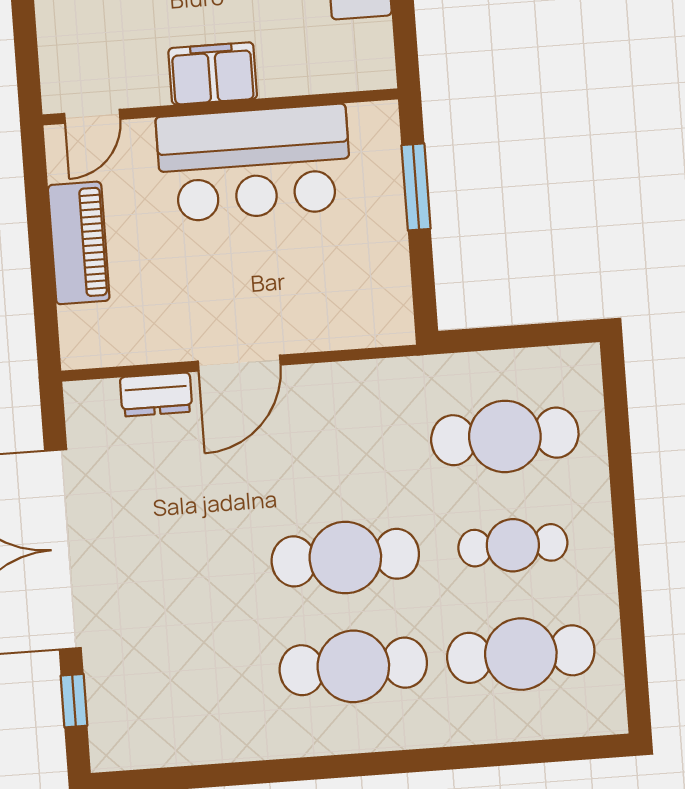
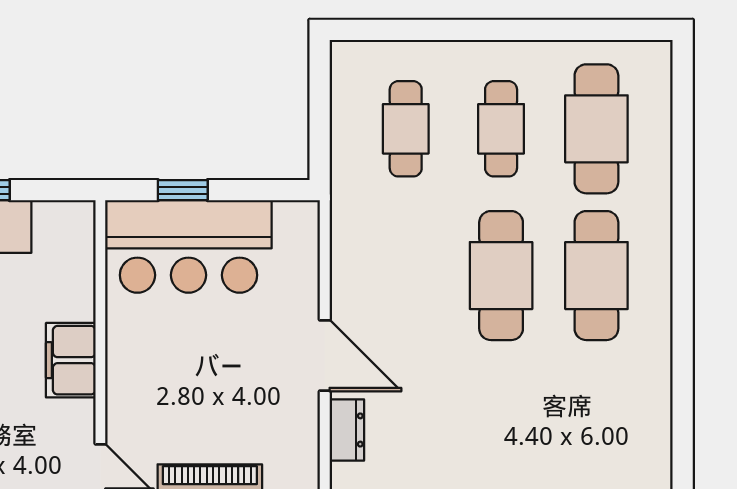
bar counter: (254, 163) -> (188, 246), moved, turned 90
window: (416, 187) -> (183, 190), width x0.67
cafe table: (505, 436) -> (406, 129), width x0.73, depth x0.74

